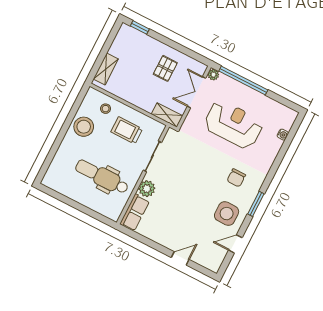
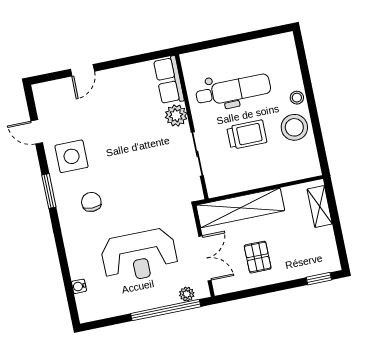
plant: (213, 75) -> (187, 294), moved
stool: (106, 109) -> (297, 98), moved
shelving: (167, 115) -> (240, 208), width x2.20, depth x1.33
trolley: (127, 130) -> (247, 135), moved
door: (235, 244) -> (37, 132), swing flipped

